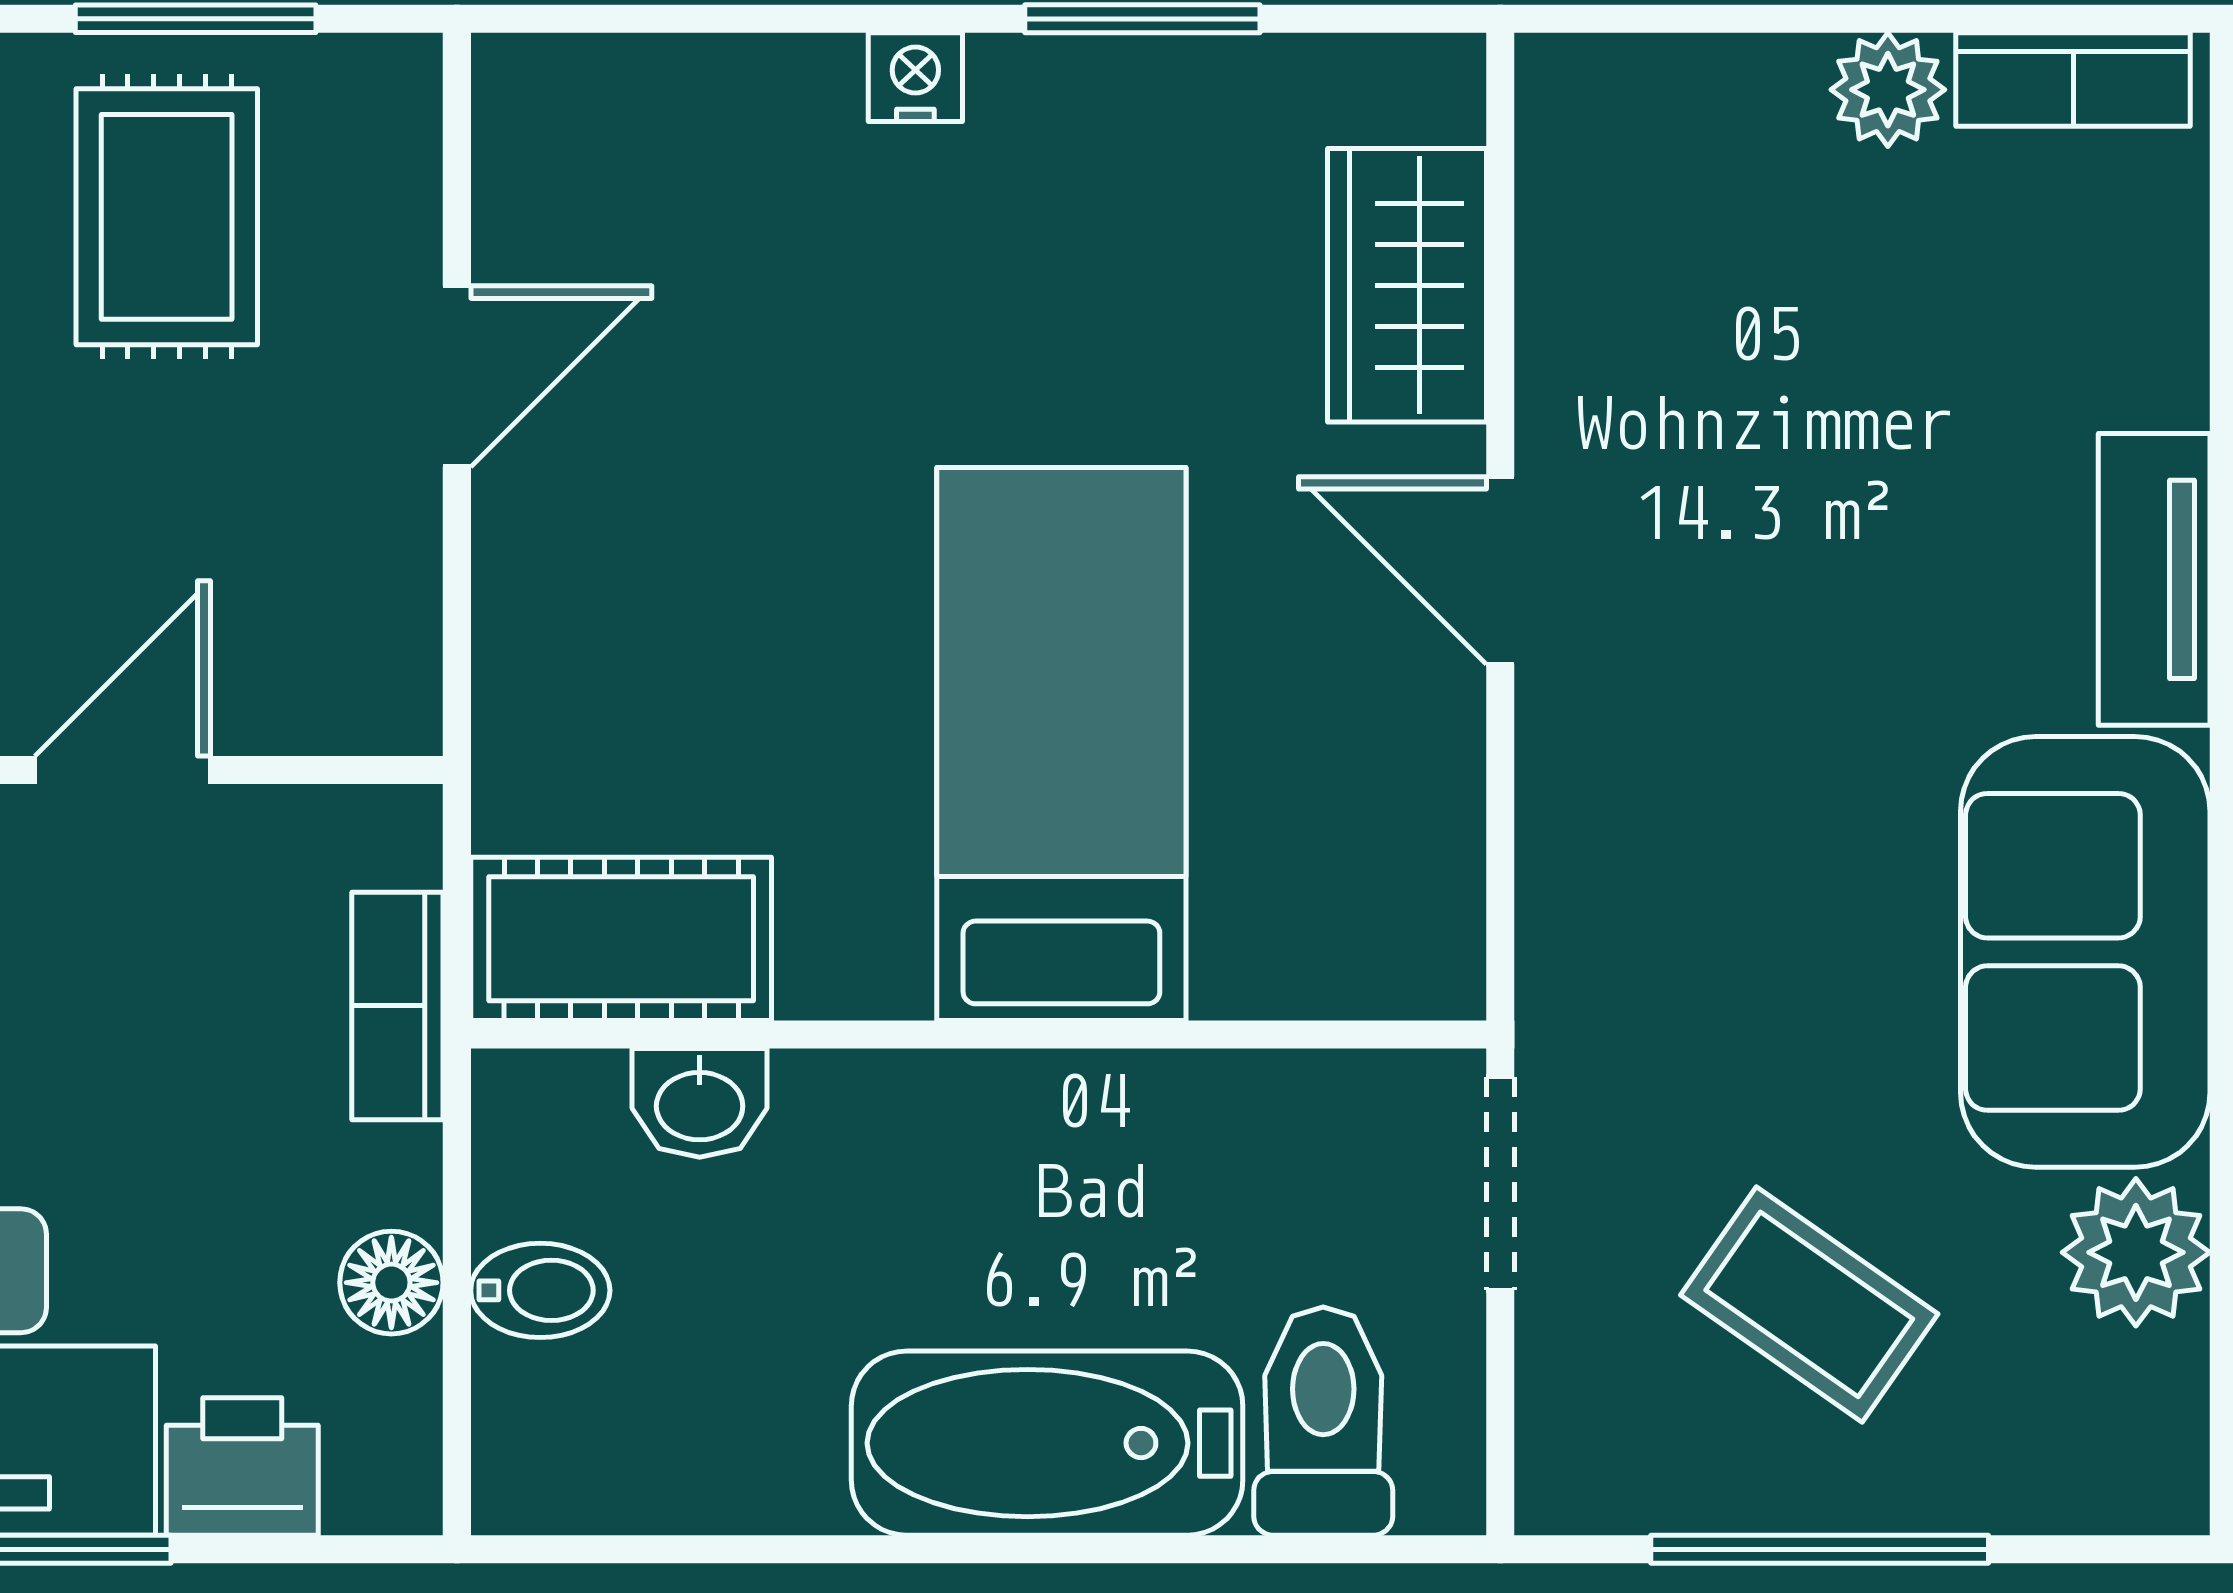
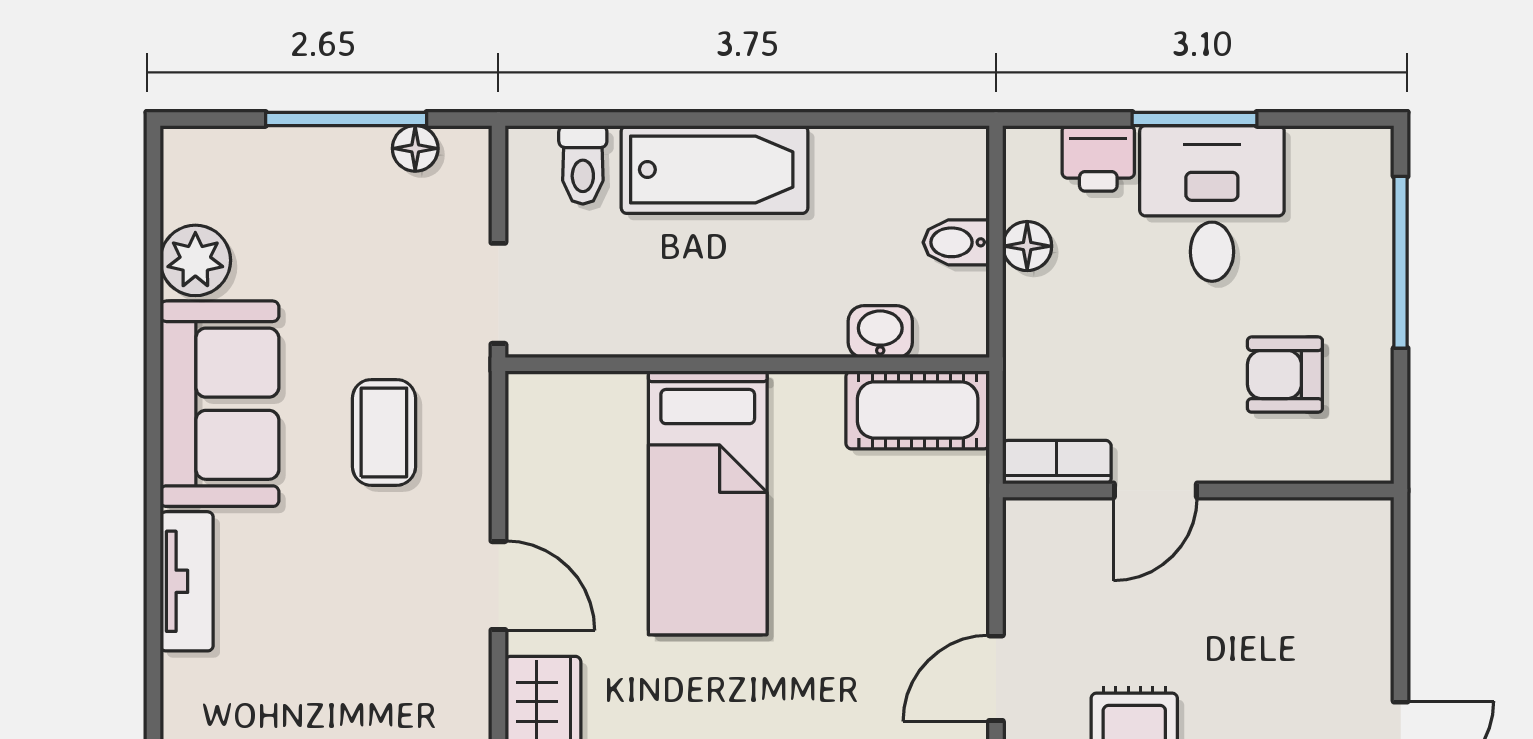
bookcase: (397, 1006) -> (1057, 462), moved, turned -90
coffee table: (1809, 1304) -> (384, 432), moved, turned 55
toilet: (1323, 1421) -> (583, 165), width x0.73, depth x0.72
floor lamp: (1675, 1487) -> (415, 148), added

